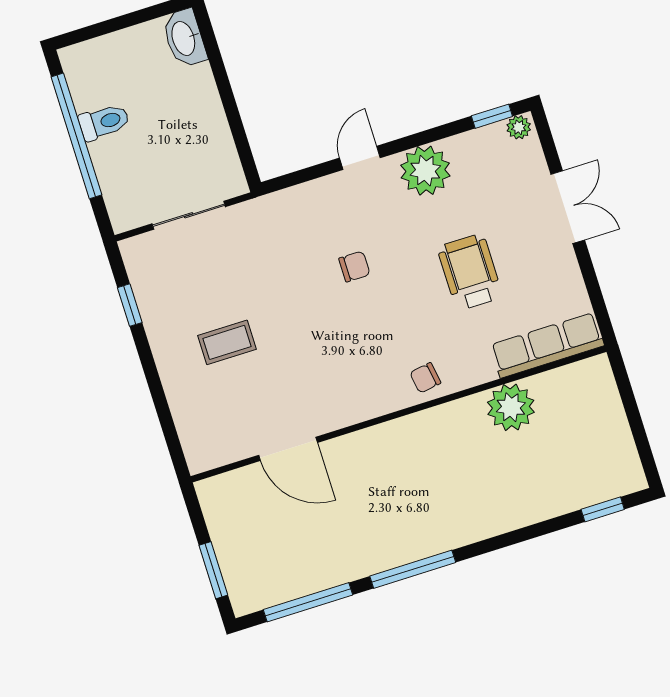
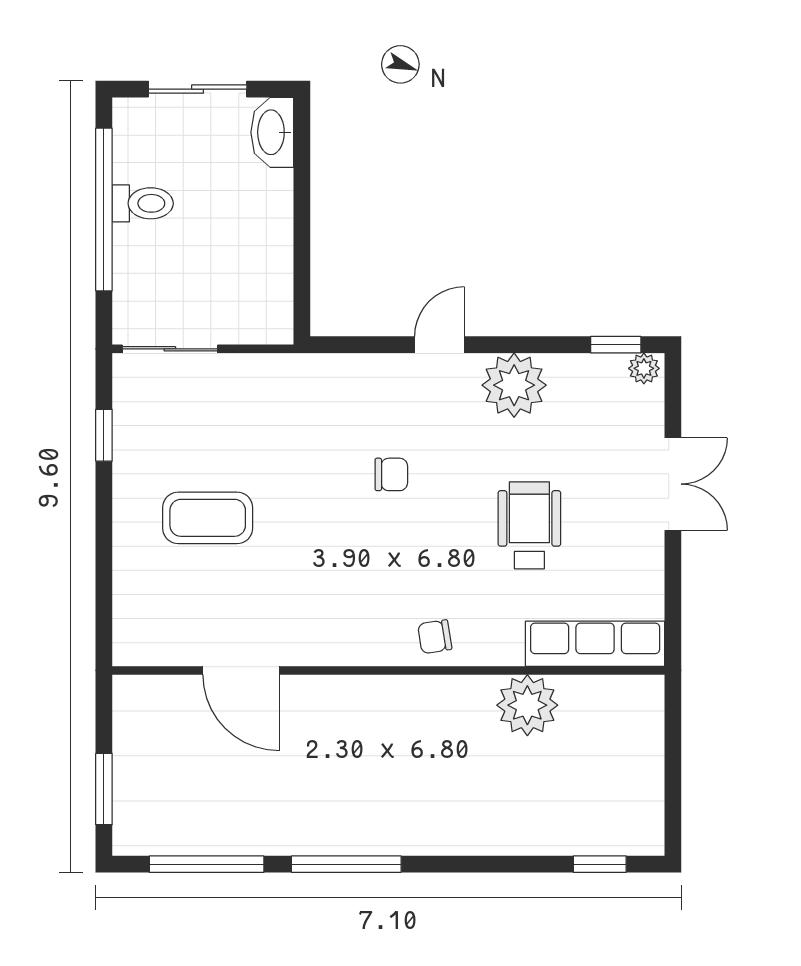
sliding door: (118, 23) -> (198, 89), added
sliding door: (189, 215) -> (170, 349), moved
coffee table: (227, 342) -> (208, 518), width x1.36, depth x1.30

